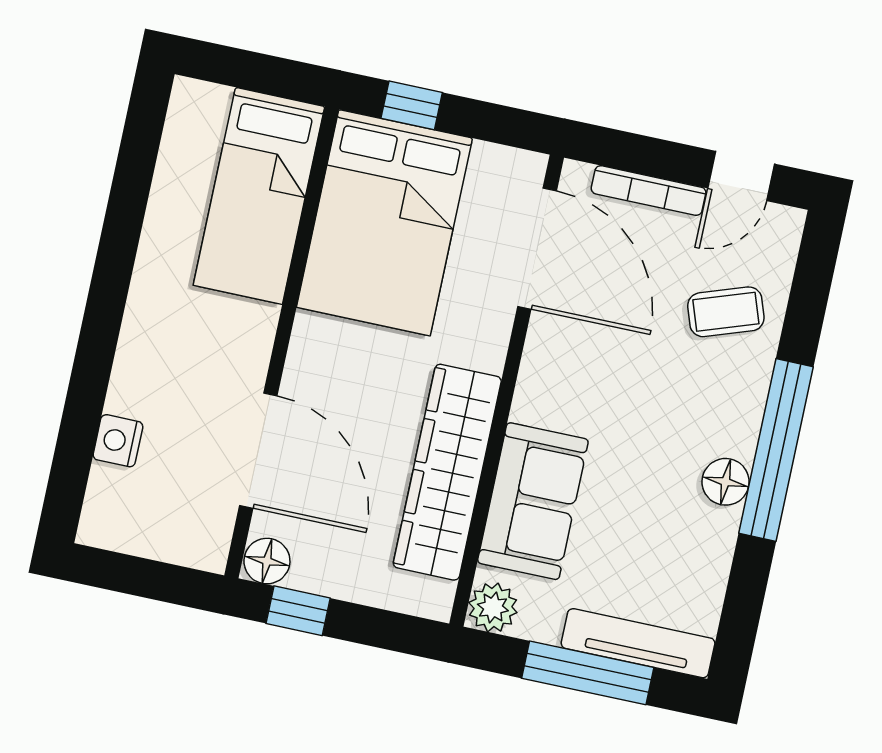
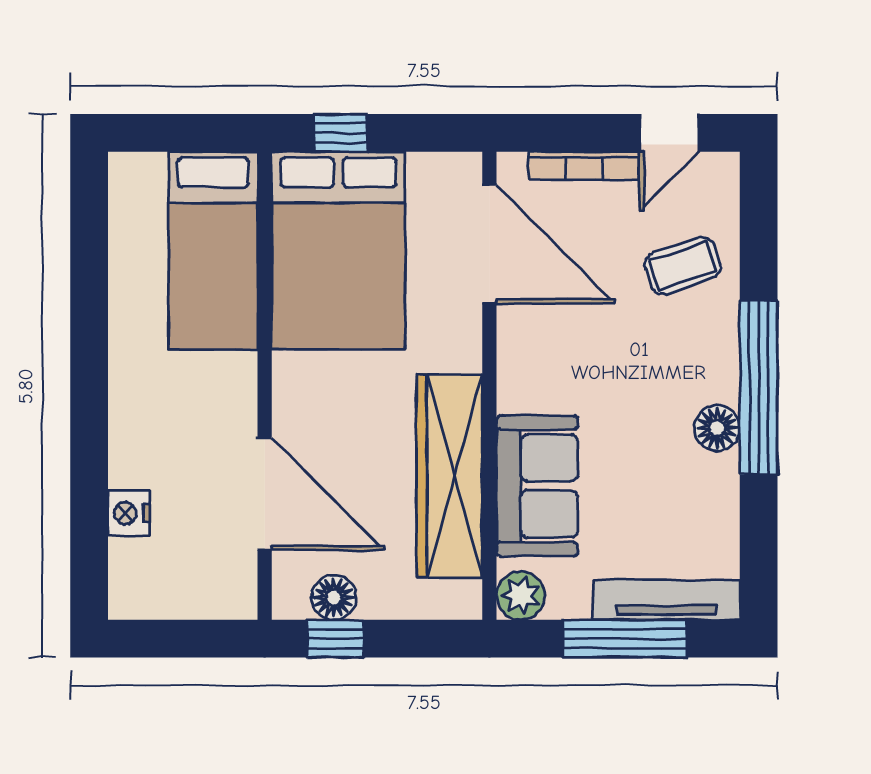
floor lamp: (267, 561) -> (334, 598), moved

